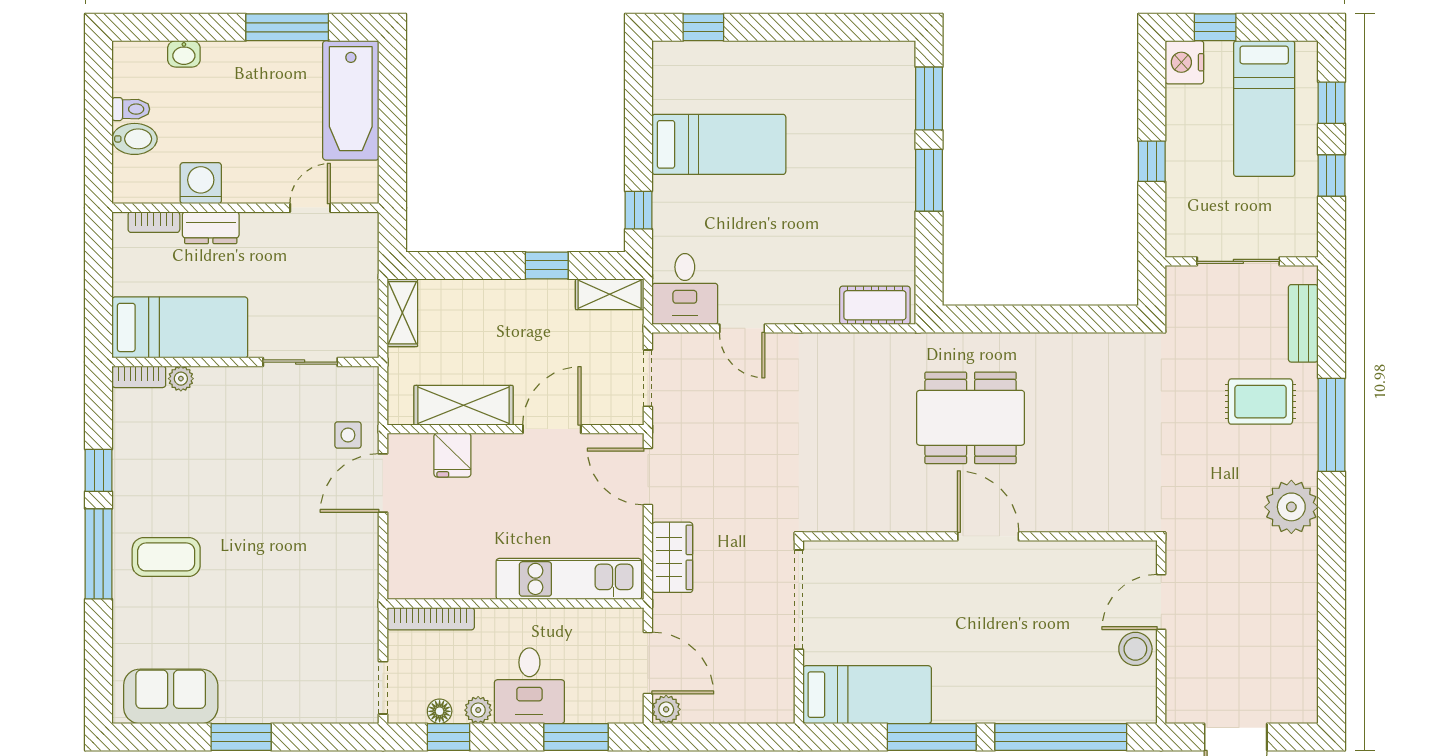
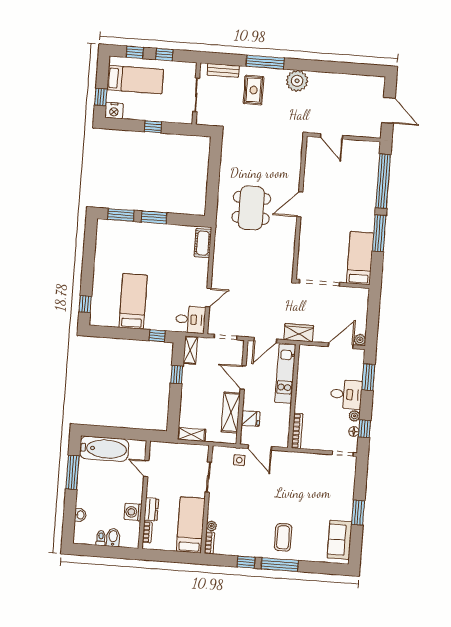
kitchen unit: (569, 579) -> (285, 374), moved
wall: (515, 603) -> (294, 396), moved
bookcase: (431, 619) -> (297, 431), moved
stool: (1135, 649) -> (350, 148), removed

